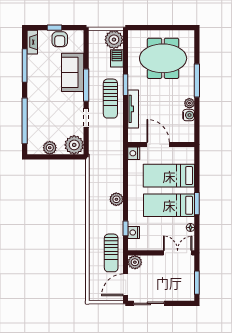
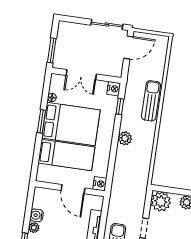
bed: (169, 205) -> (71, 124), width x1.50
nightstand: (134, 232) -> (114, 89), moved
sun lounger: (111, 253) -> (151, 101), moved
double door: (178, 253) -> (81, 75), moved
plant: (135, 262) -> (115, 70), removed
window: (197, 283) -> (52, 50), moved

